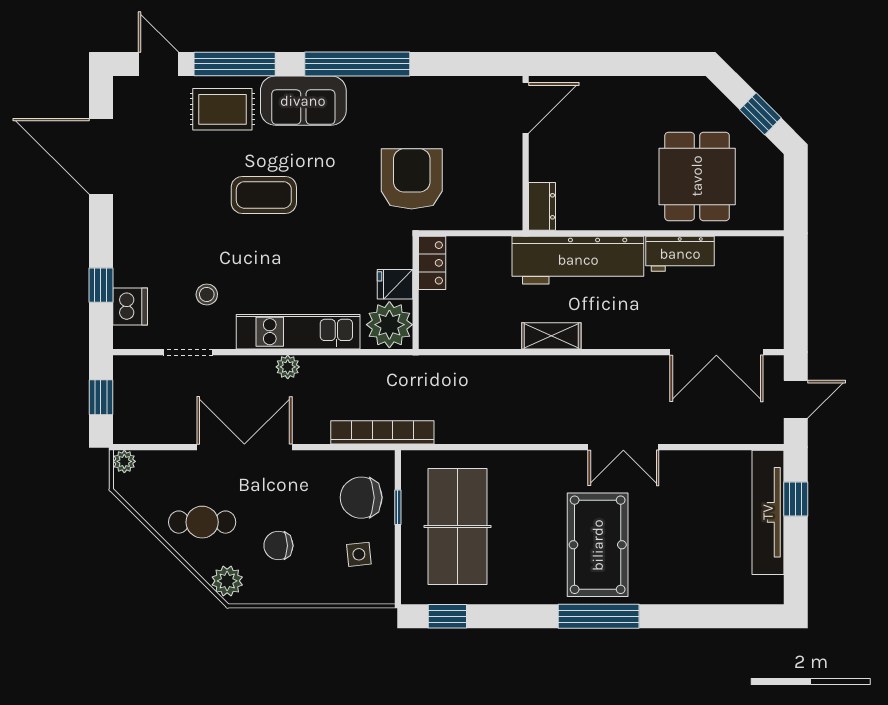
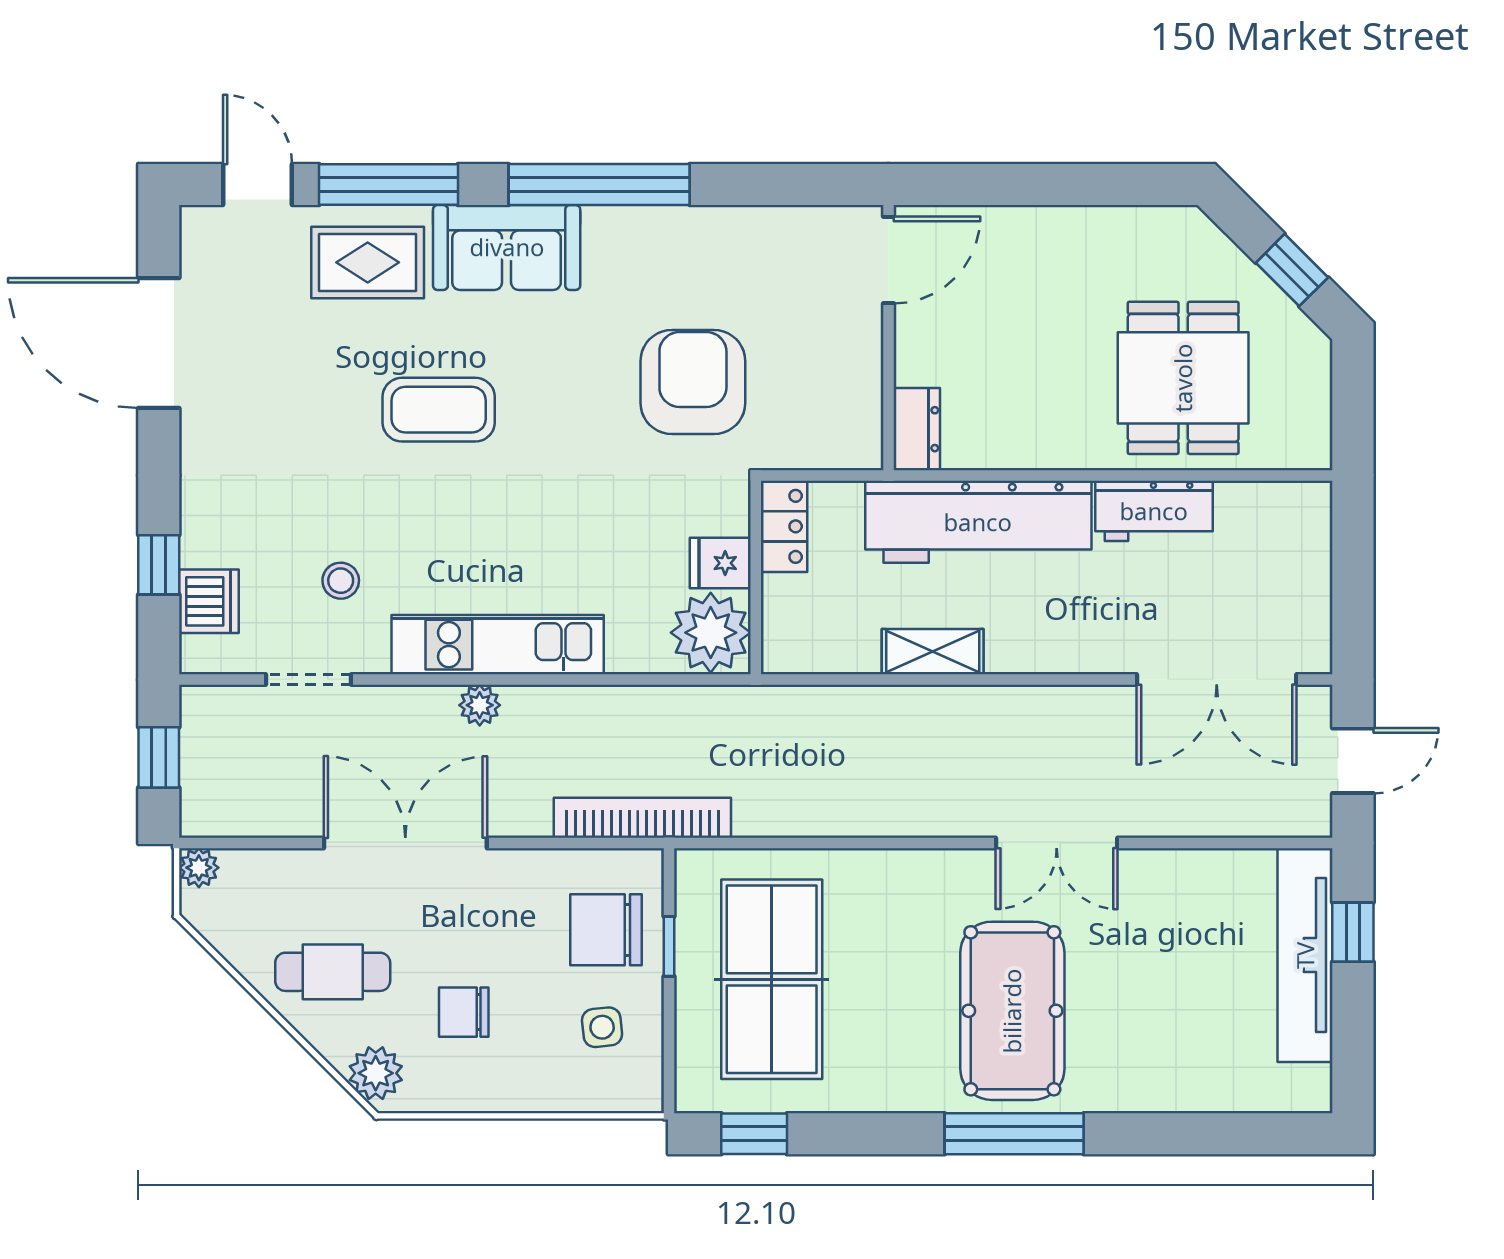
locker: (432, 263) -> (784, 526), moved
fridge: (395, 284) -> (720, 563), moved
wall: (416, 293) -> (756, 578), moved
plant: (389, 325) -> (711, 633), moved

